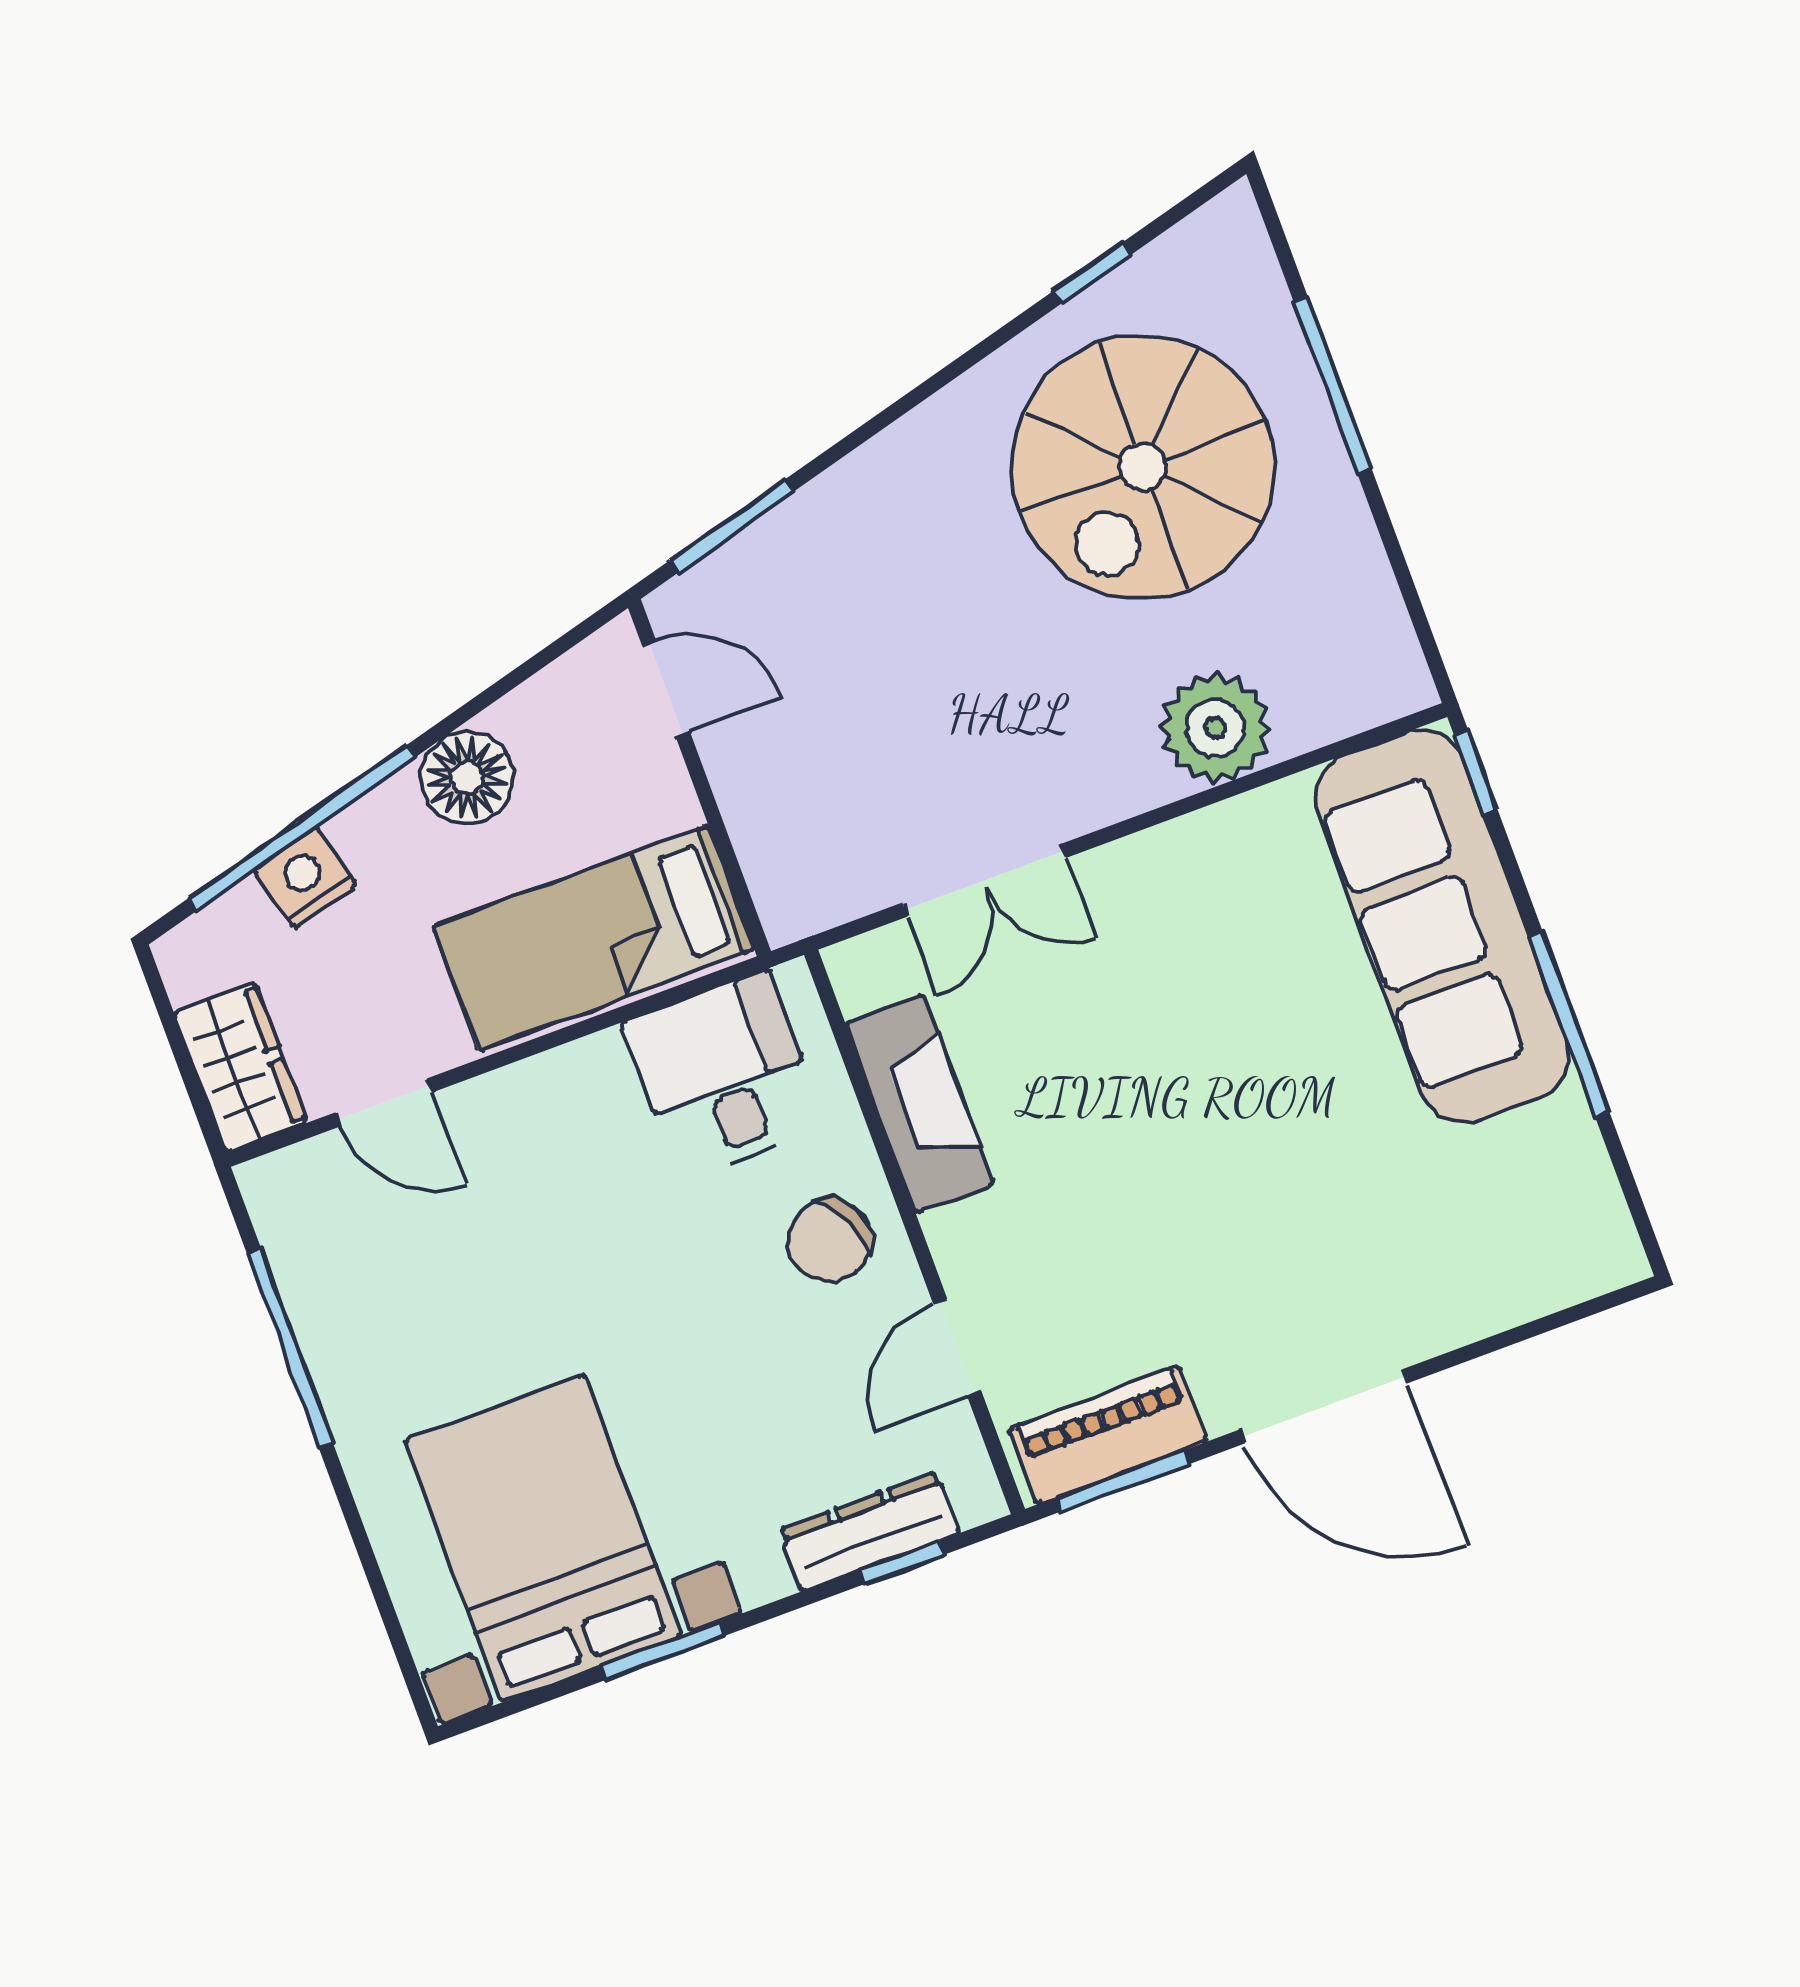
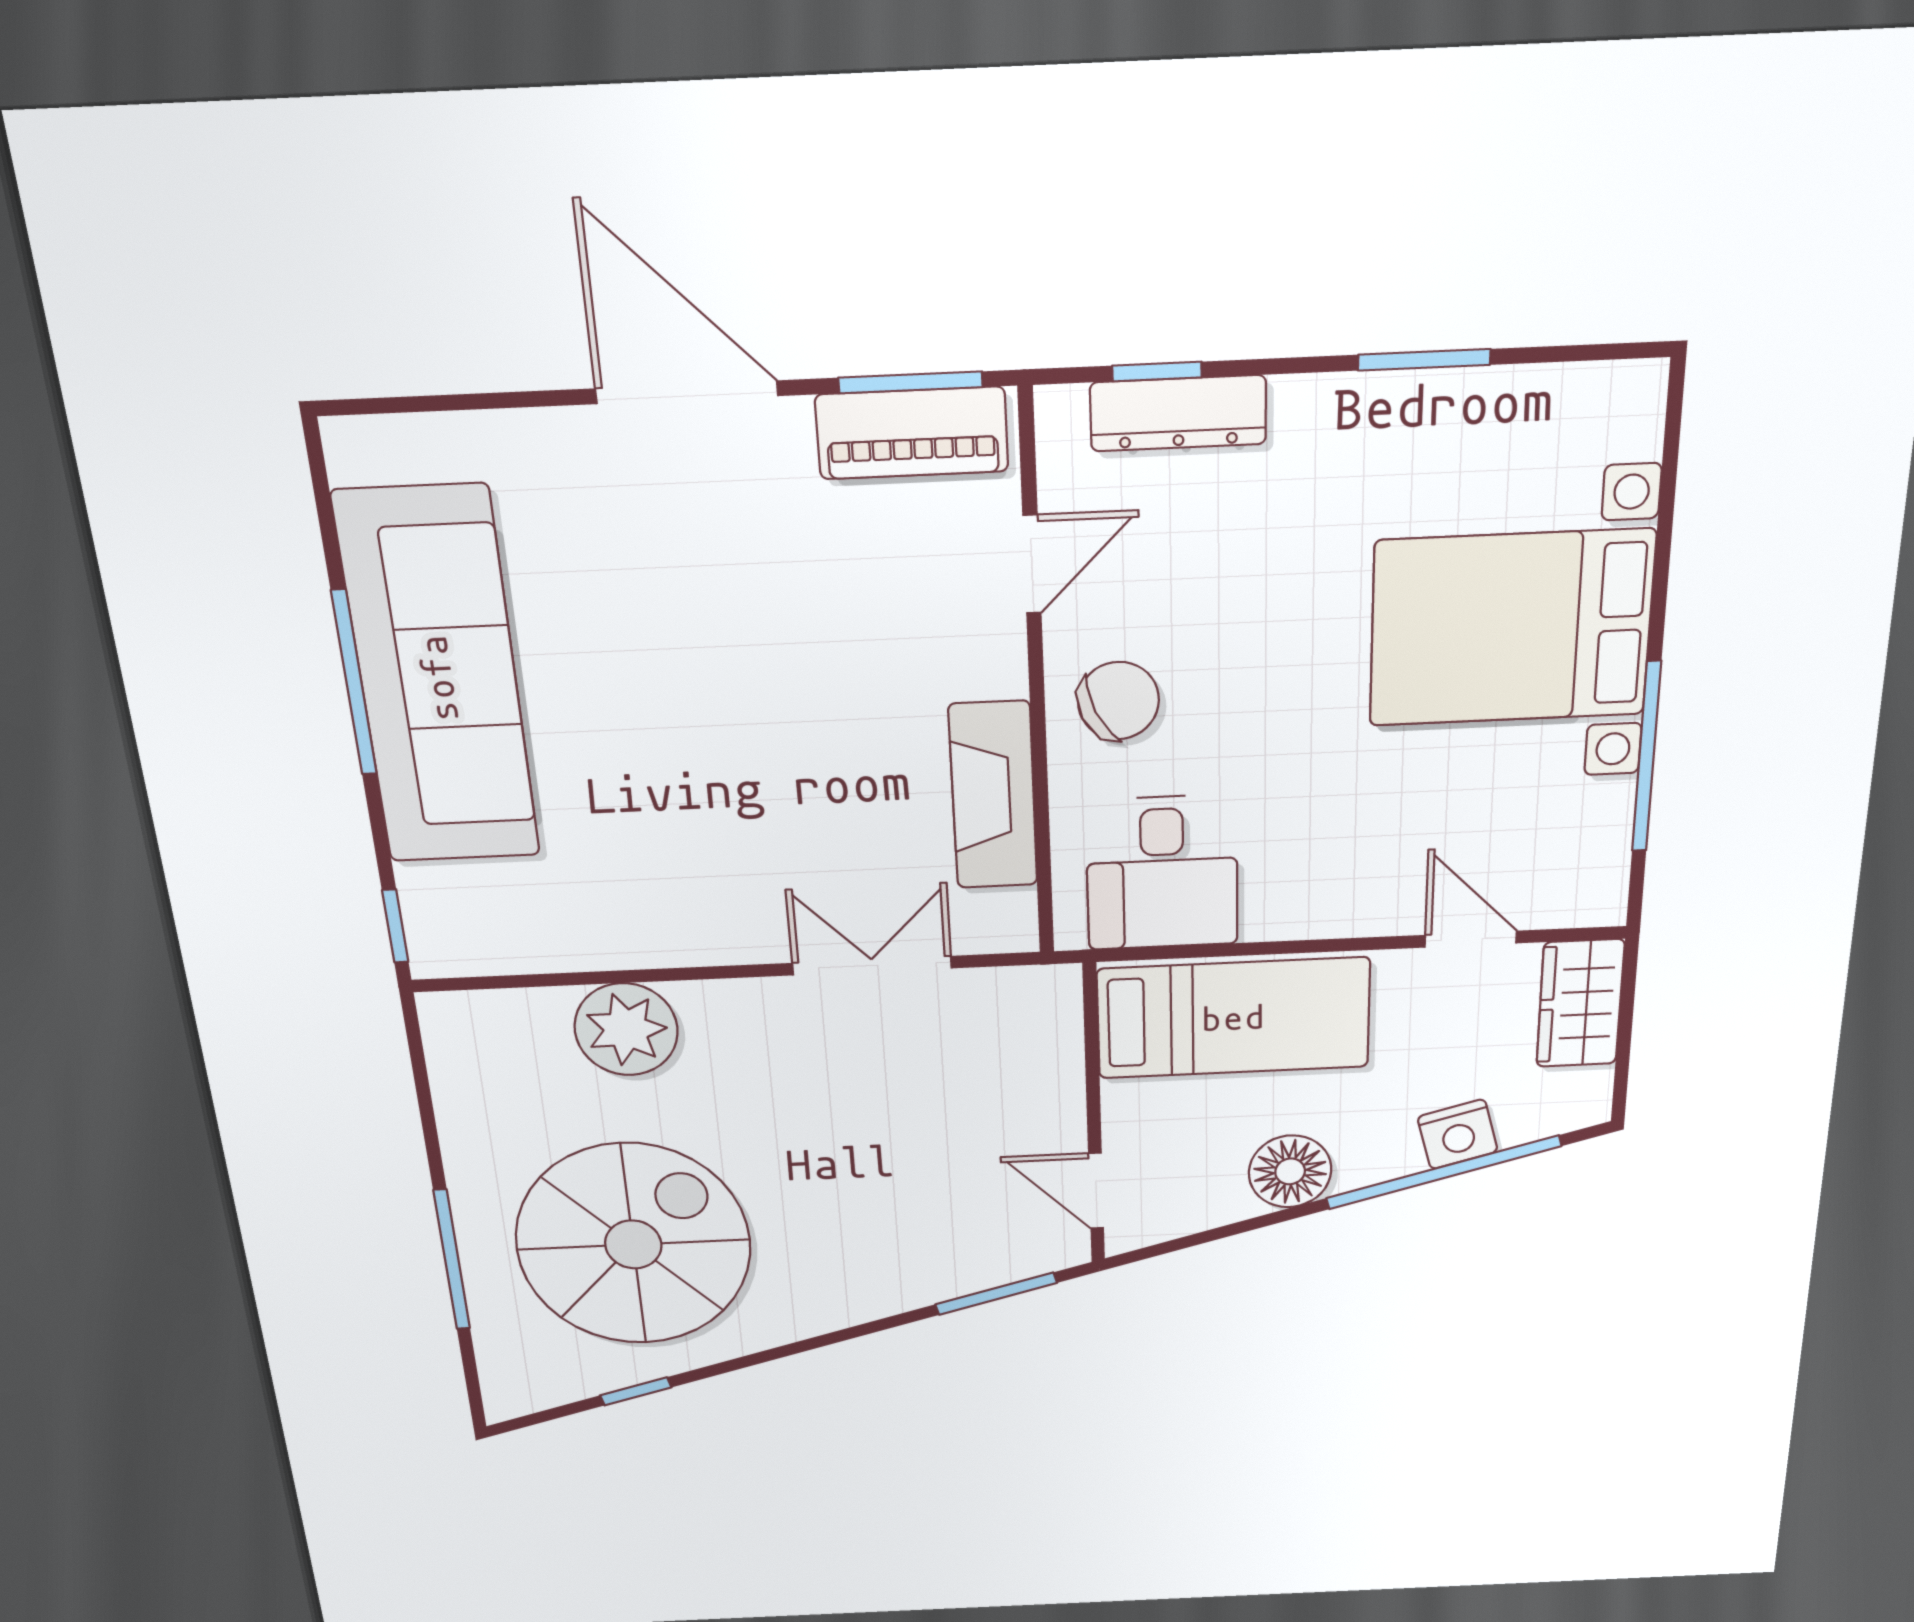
sofa: (1442, 926) -> (438, 678), moved
bed with nightstands: (543, 1538) -> (1511, 628), moved, turned 90

